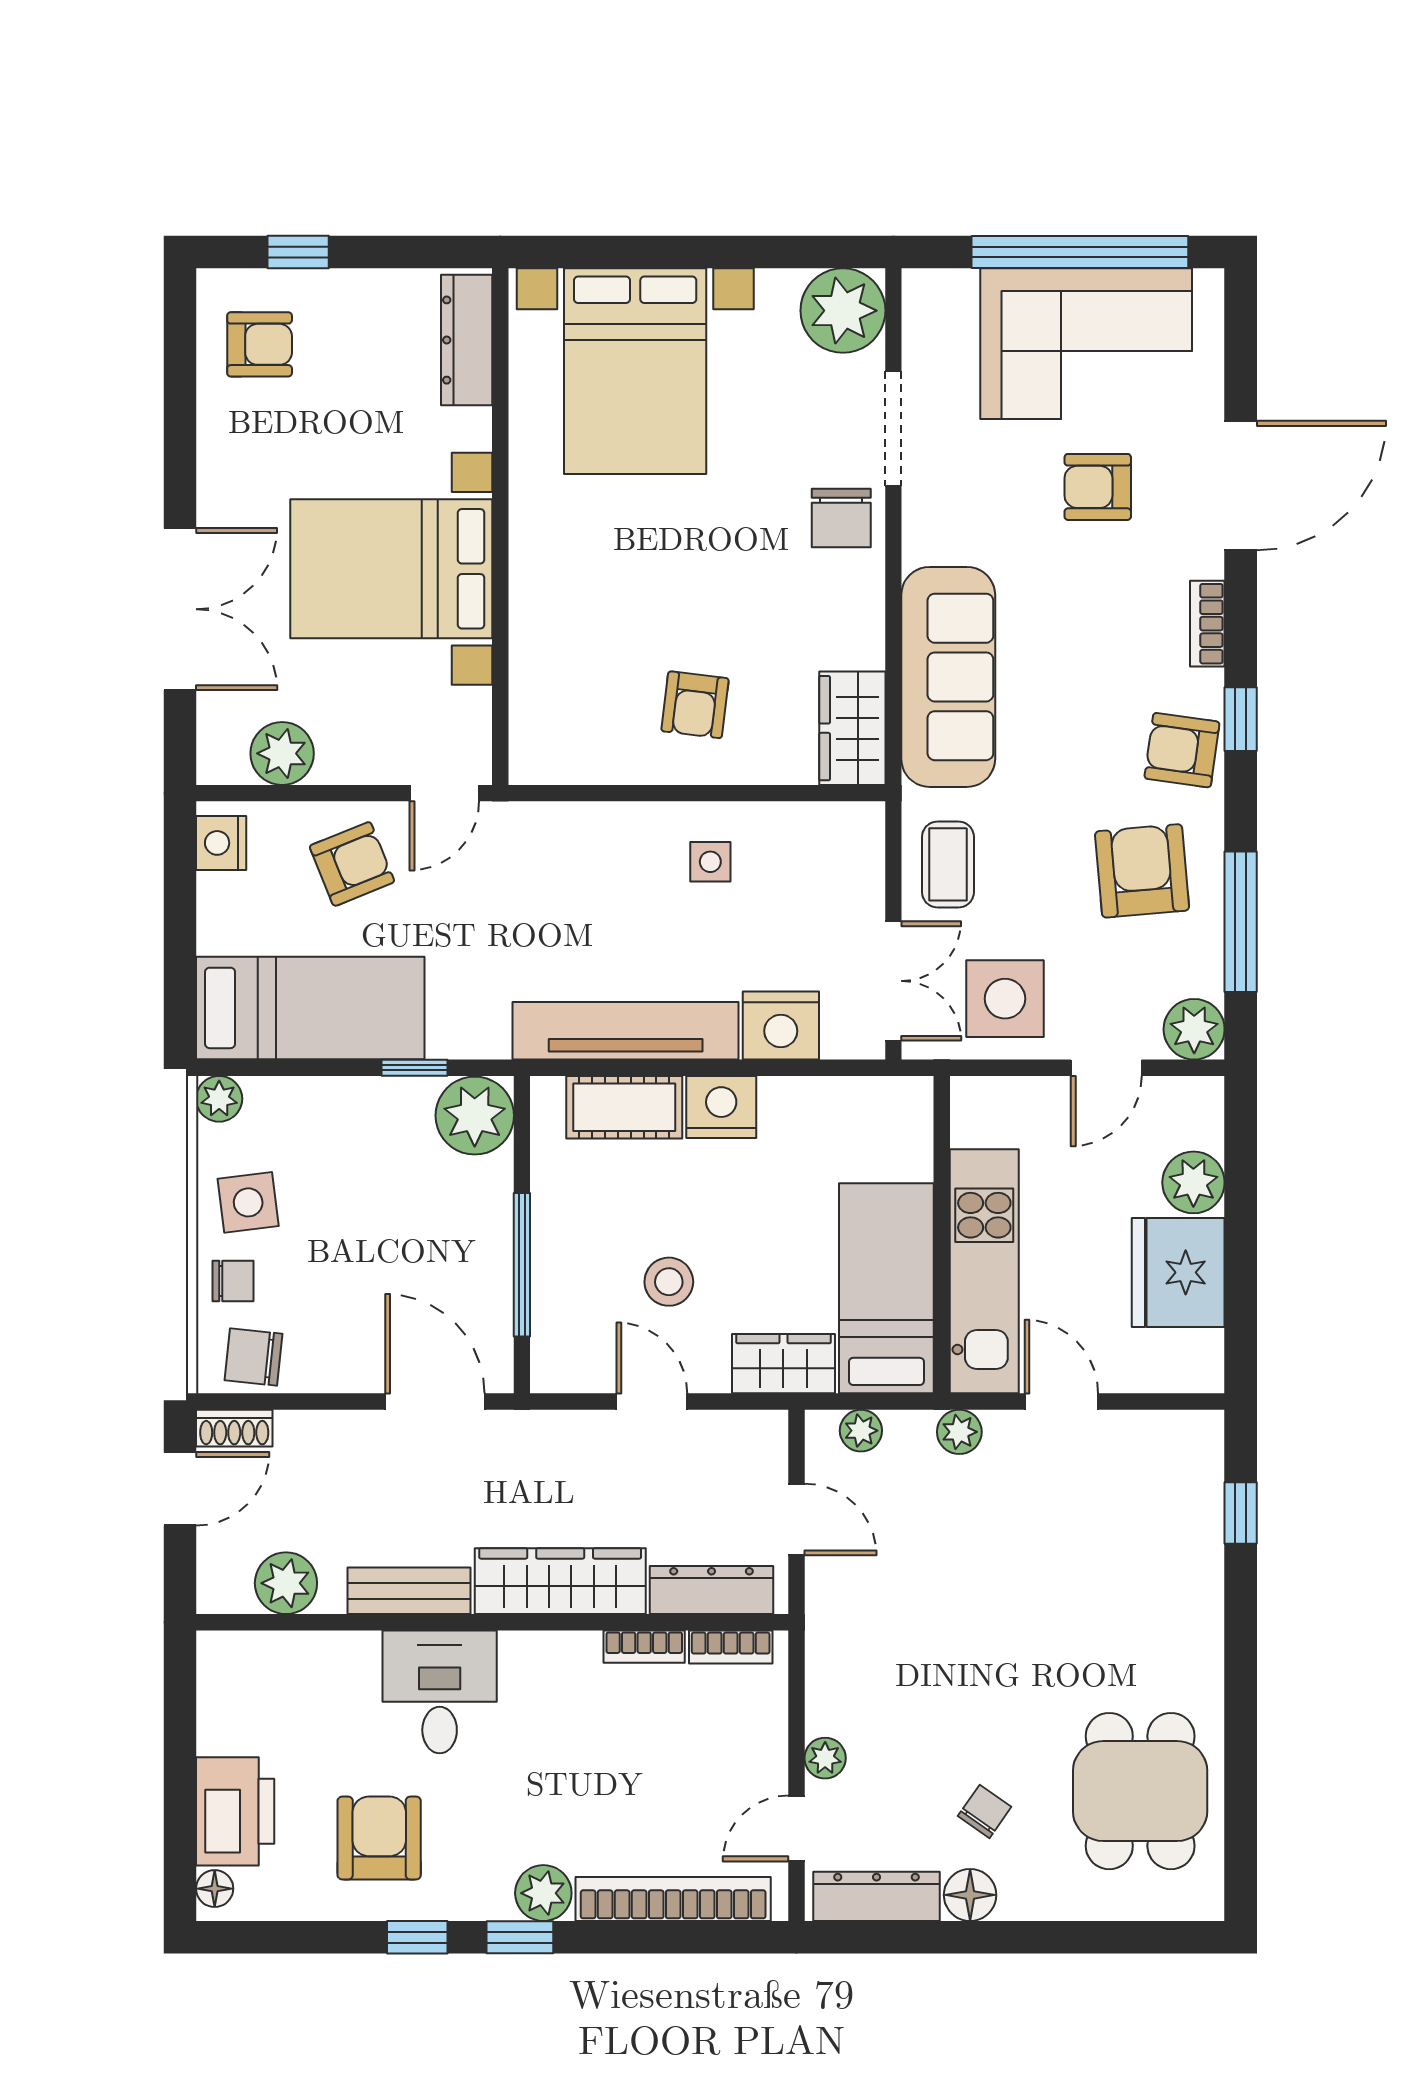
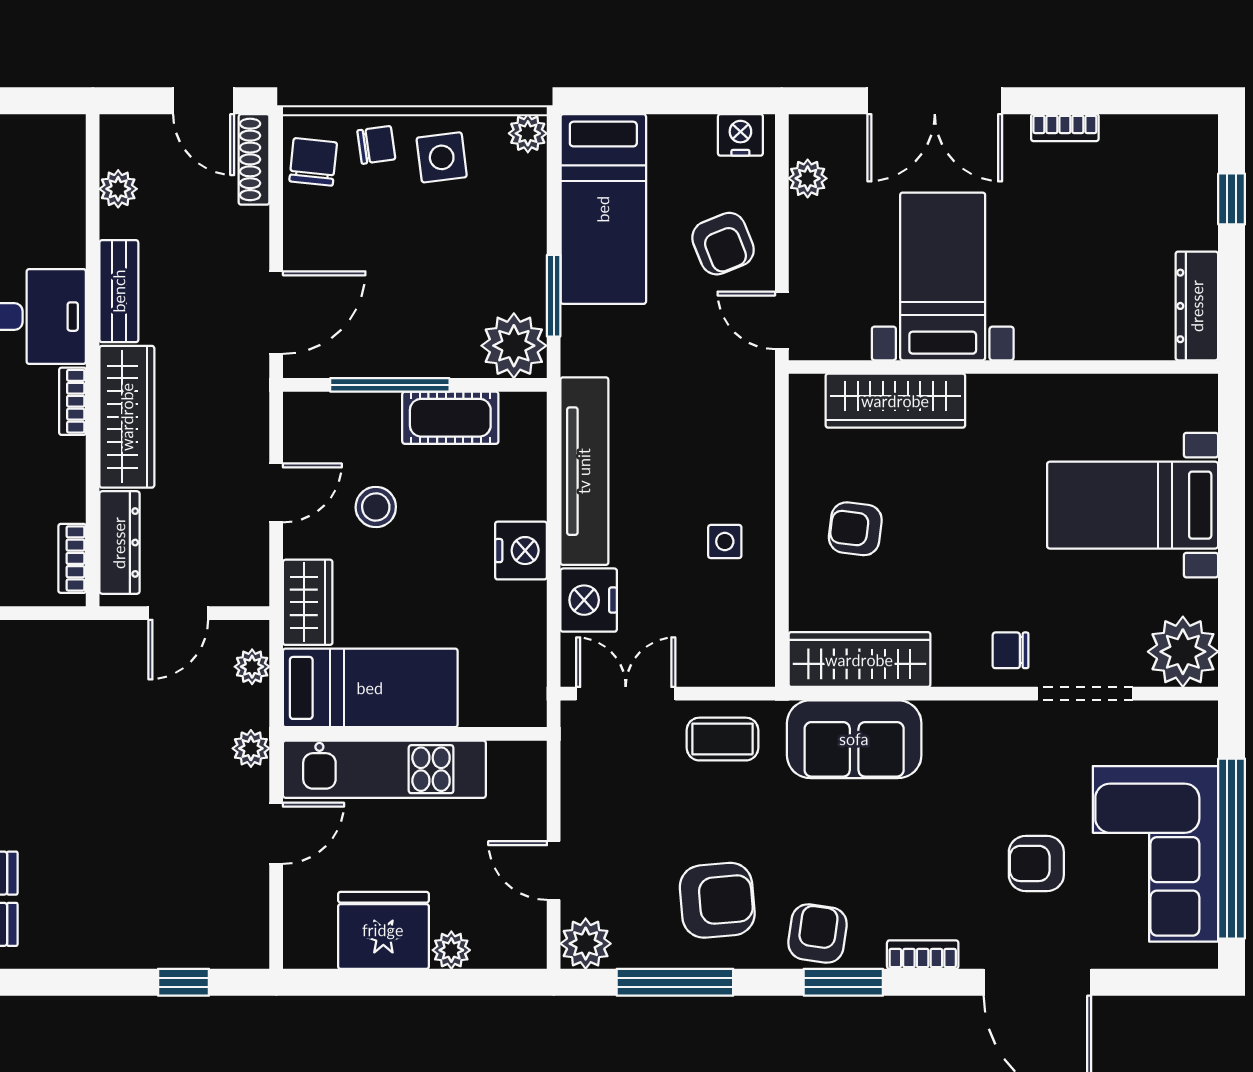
dresser: (467, 340) -> (1197, 306), moved, turned -90
armchair: (260, 344) -> (1155, 167), removed
bed with nightstands: (635, 371) -> (1133, 505), width x0.73
bookcase: (212, 453) -> (1065, 128), added
armchair: (1098, 487) -> (1036, 863), turned -90
chair: (841, 518) -> (1011, 650), width x0.73, depth x0.73
bed with nightstands: (391, 569) -> (943, 276), width x0.73
wardrobe: (541, 657) -> (895, 401), added
sofa: (948, 677) -> (854, 739), width x0.73
window: (1241, 719) -> (843, 982), width x1.50
wardrobe: (852, 728) -> (859, 660), width x1.50
plant: (282, 753) -> (808, 178), width x0.73, depth x0.73
double door: (893, 981) -> (626, 694), swing flipped
side table: (1005, 999) -> (611, 786), removed
window: (415, 1068) -> (554, 296), width x1.50
cot: (624, 1107) -> (450, 418), moved, turned 90
plant: (1193, 1182) -> (451, 950), width x0.73, depth x0.73
chair: (233, 1281) -> (376, 145), turned -98
shoe rack: (234, 1428) -> (254, 159), width x1.43
plant: (286, 1583) -> (118, 189), width x0.73, depth x0.73
bookcase: (644, 1647) -> (73, 401), moved

